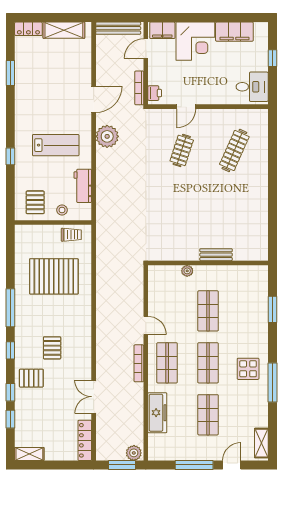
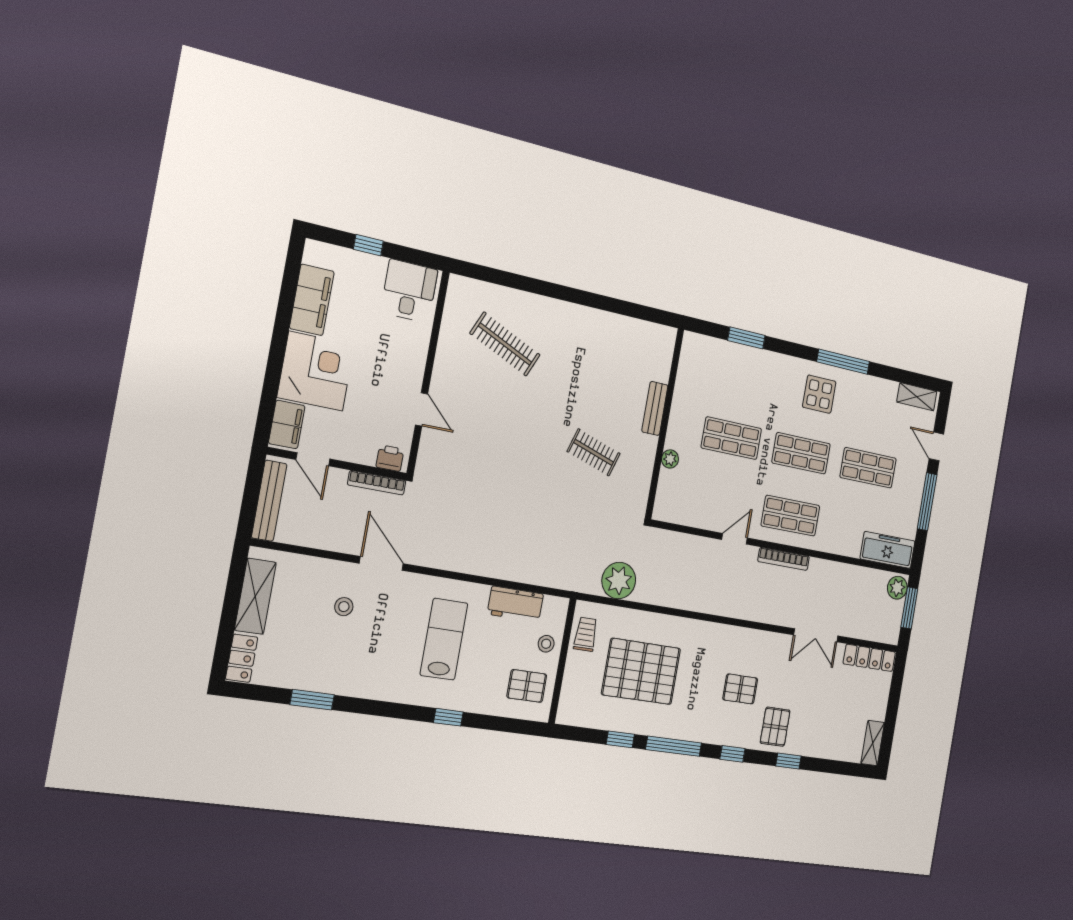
stool: (66, 82) -> (344, 607), added
plant: (107, 136) -> (619, 581), moved
clothes rail: (182, 150) -> (594, 452), moved
pallet: (54, 276) -> (641, 671), turned 90
freezer: (157, 413) -> (888, 550), moved
window: (10, 419) -> (620, 739), moved

